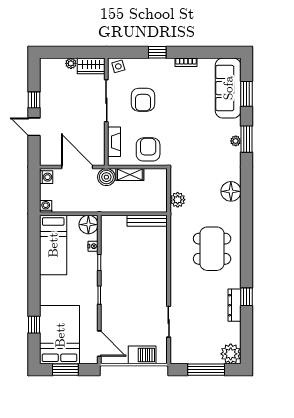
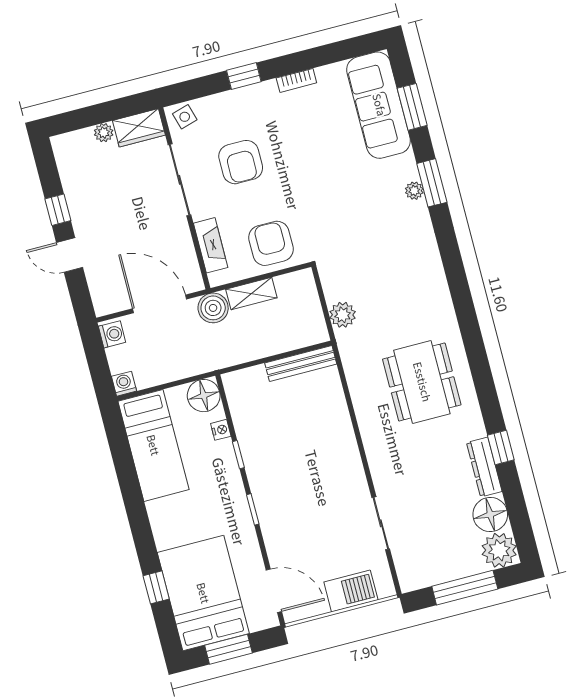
floor lamp: (231, 191) -> (490, 515), moved

